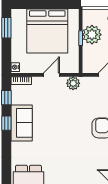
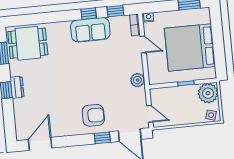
plant: (92, 35) -> (208, 93), moved
door: (51, 75) -> (143, 45), moved

